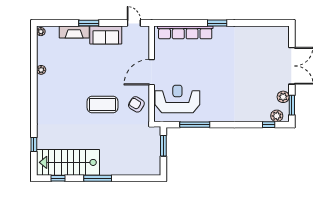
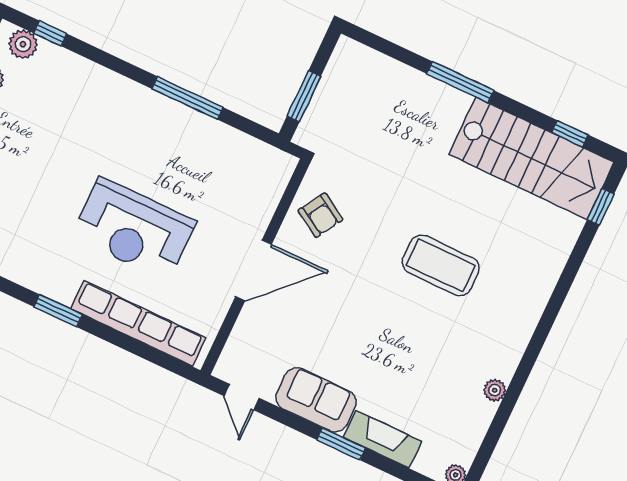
reception desk: (177, 99) -> (134, 229), moved
coffee table: (102, 104) -> (441, 265), moved
window: (195, 125) -> (187, 98), moved
window: (34, 145) -> (601, 207), moved
window: (98, 178) -> (460, 82), moved

